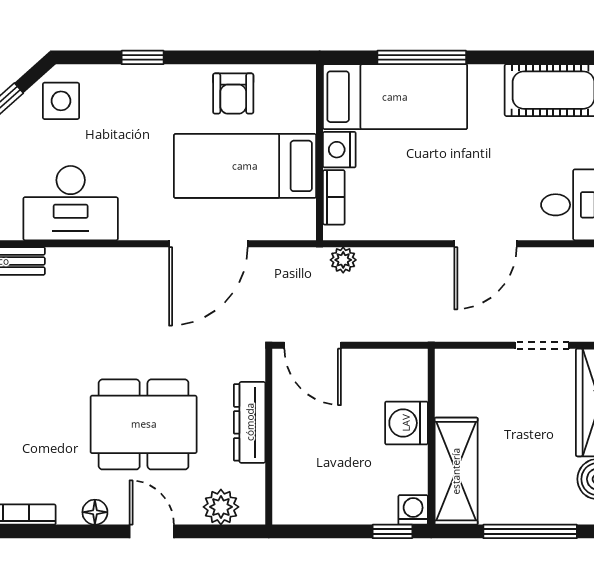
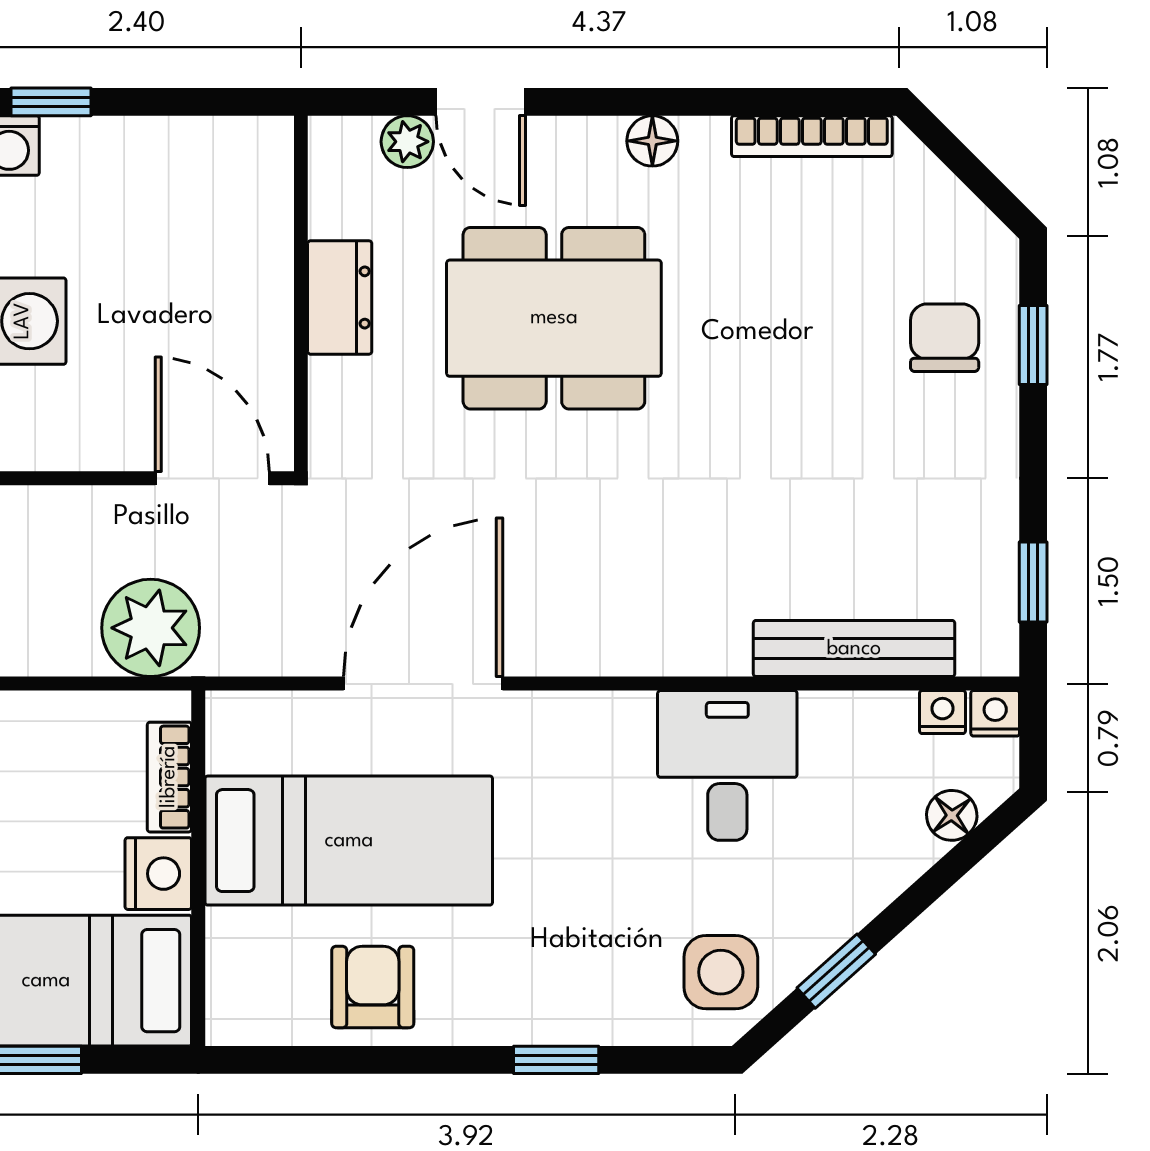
desk: (71, 203) -> (727, 765), width x0.73
plant: (343, 260) -> (151, 628), width x1.87, depth x1.87
dresser: (250, 422) -> (340, 297), width x0.70
plant: (221, 507) -> (407, 142), width x0.73, depth x0.73
door: (152, 531) -> (481, 102), moved

